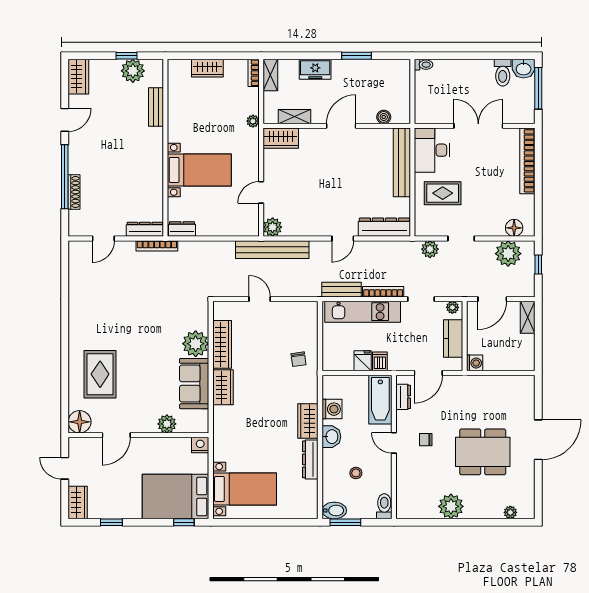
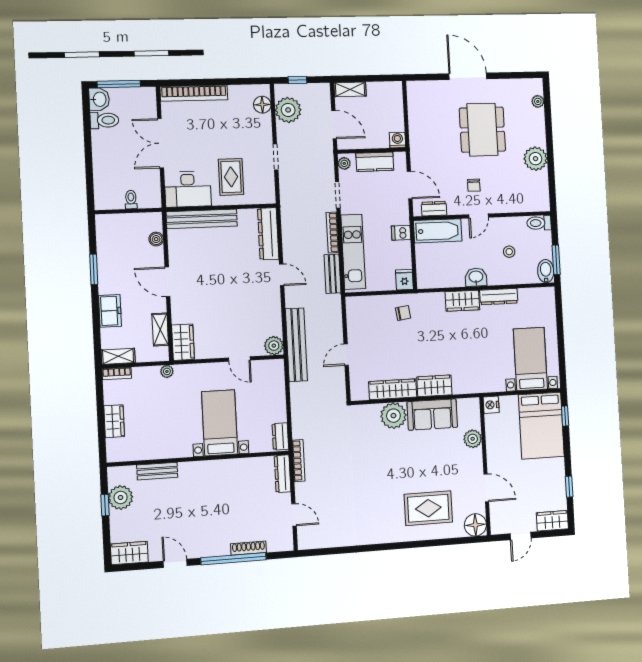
toilet: (424, 65) -> (131, 200), moved
plant: (430, 249) -> (288, 188), removed
fridge: (363, 361) -> (404, 280), moved, turned 90
washing machine: (332, 409) -> (450, 278), removed

